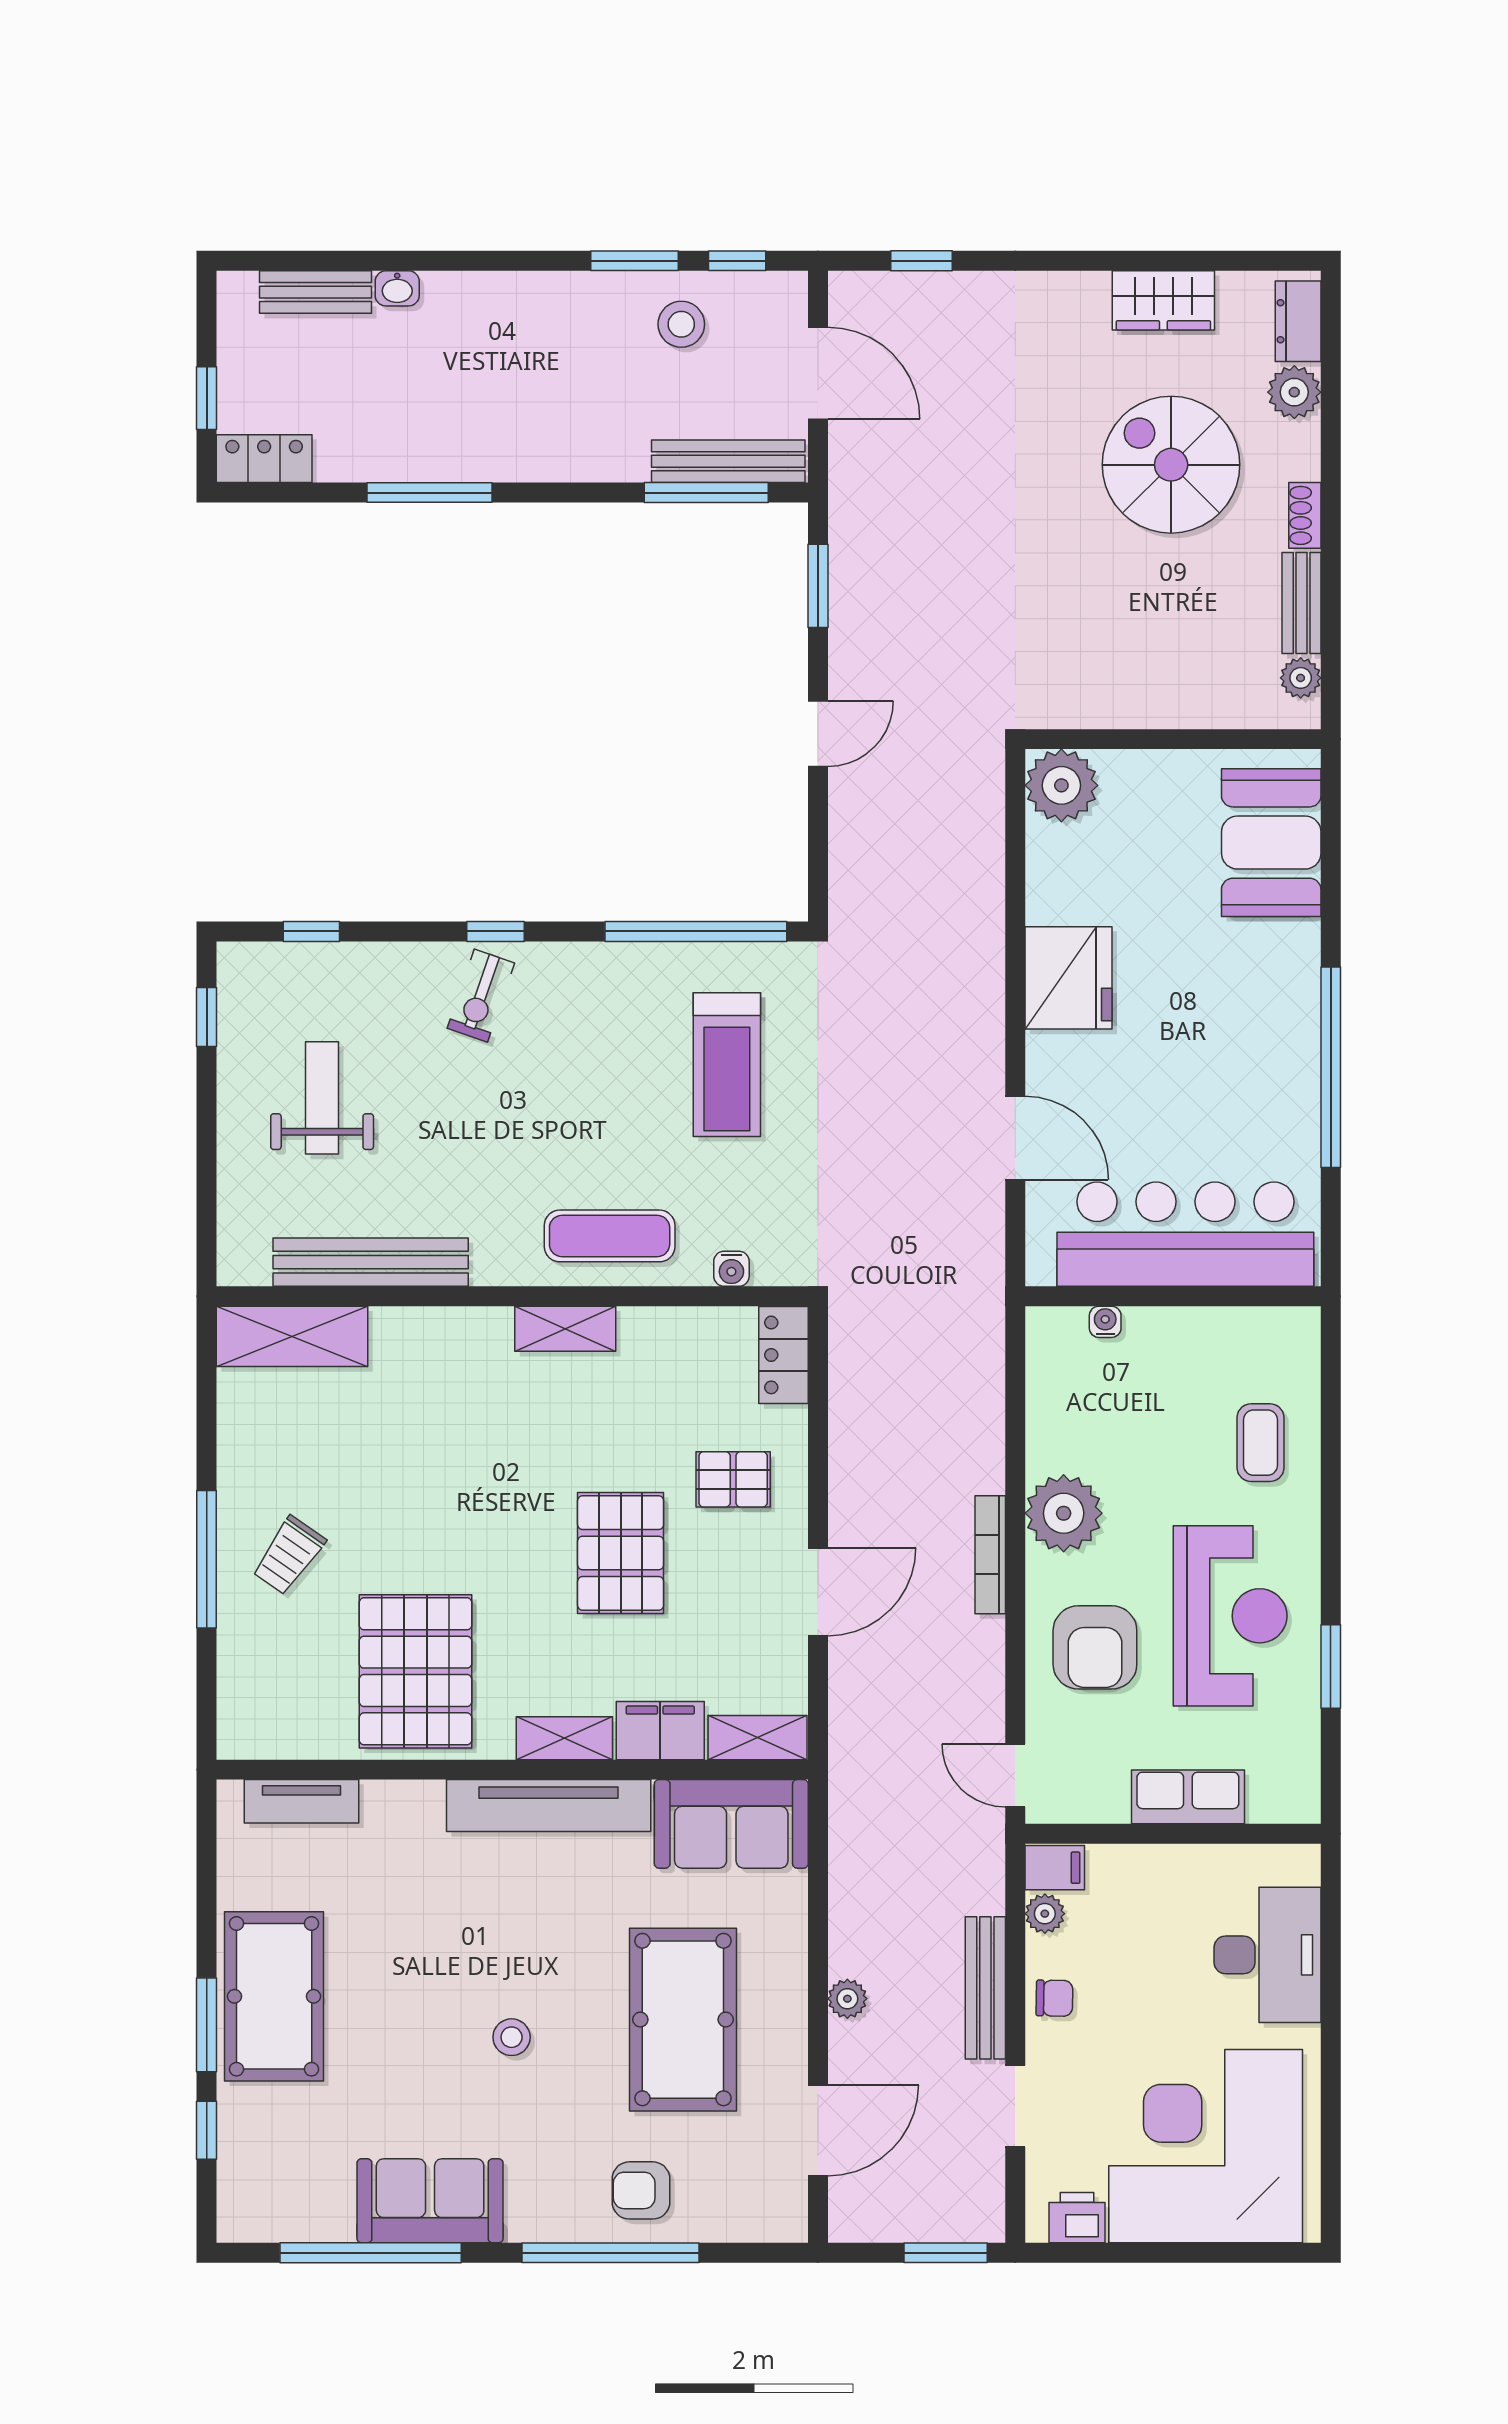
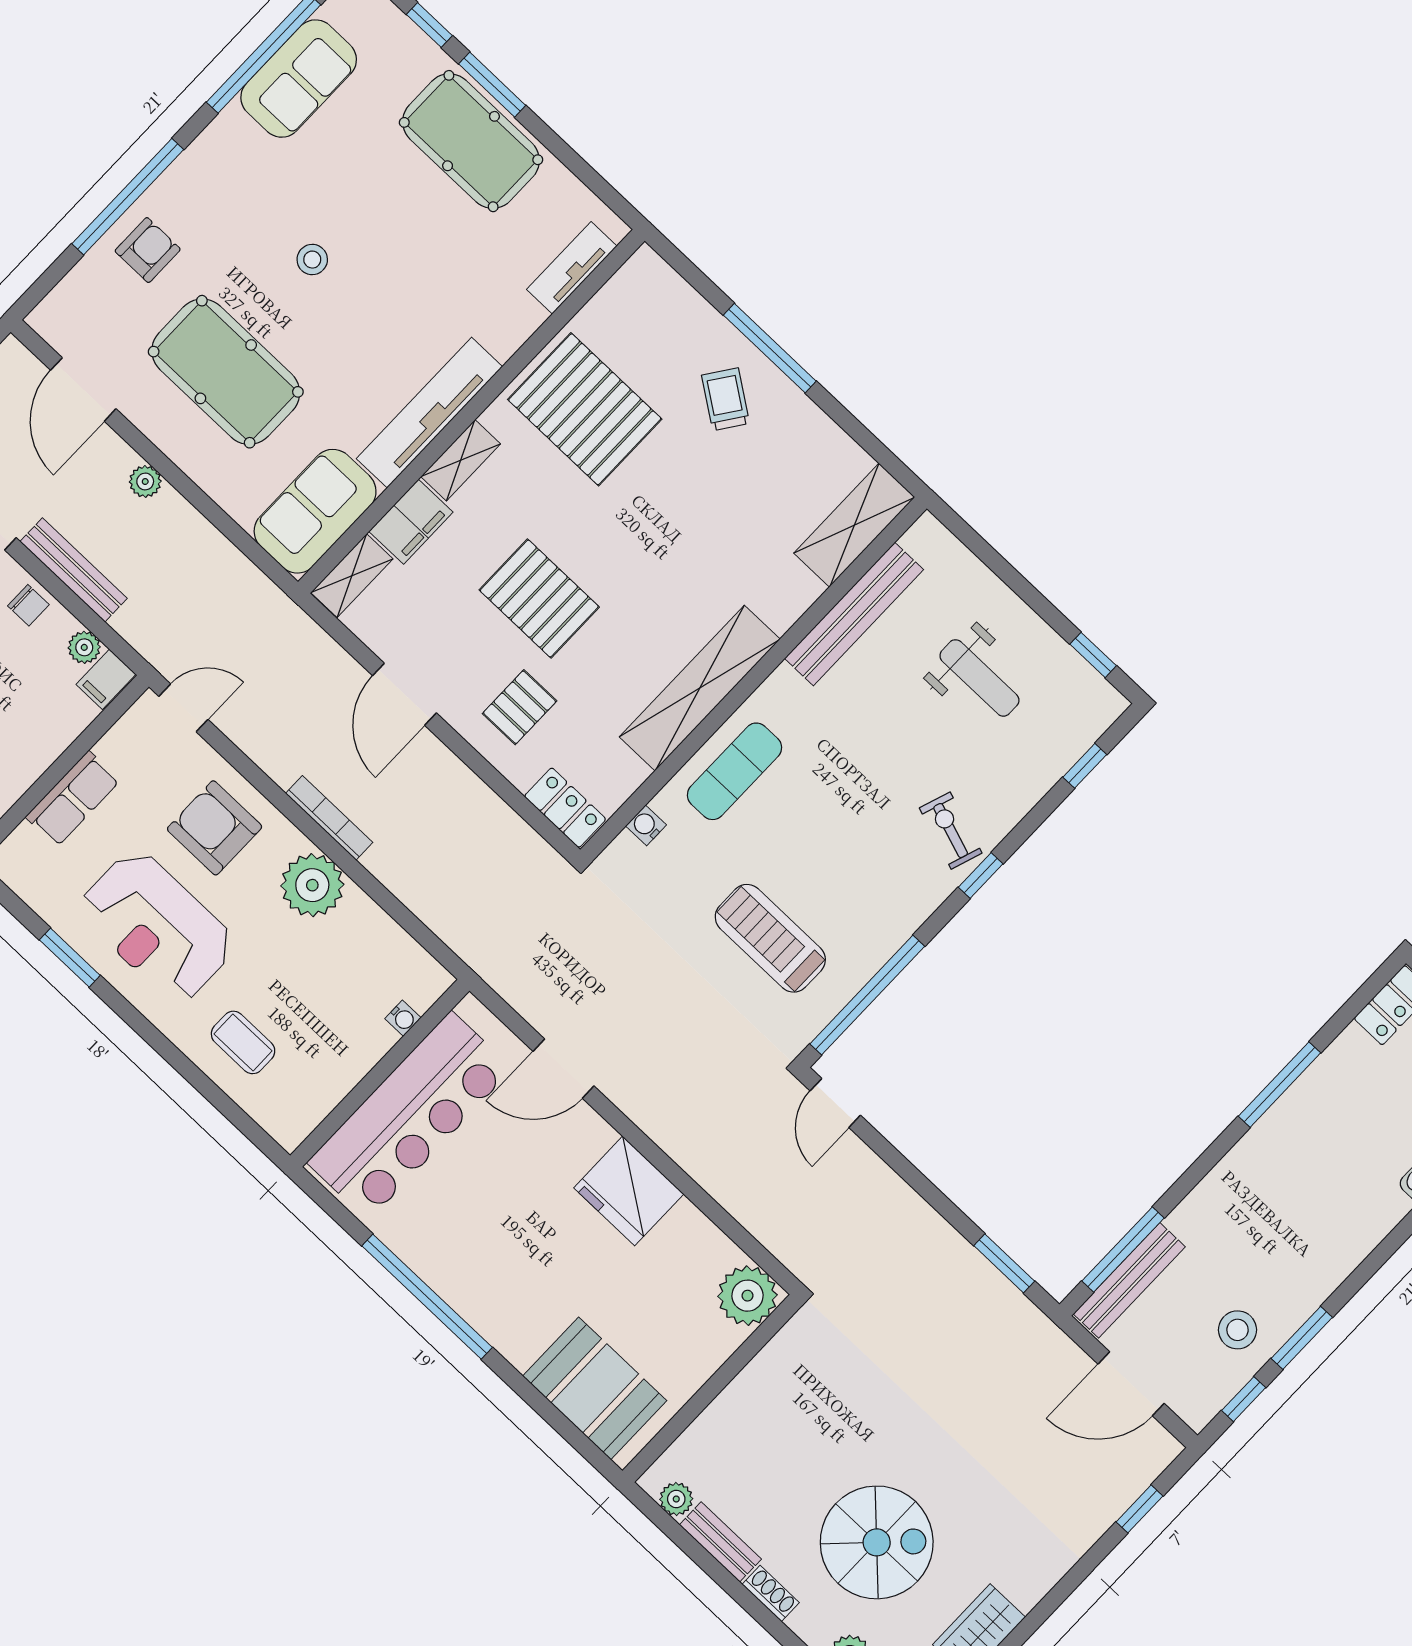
door: (818, 734) -> (835, 1103), moved
shelving: (565, 1329) -> (700, 688), width x2.20, depth x1.33
chair: (1054, 1998) -> (28, 605), turned -91
sofa: (430, 2201) -> (299, 79), moved

